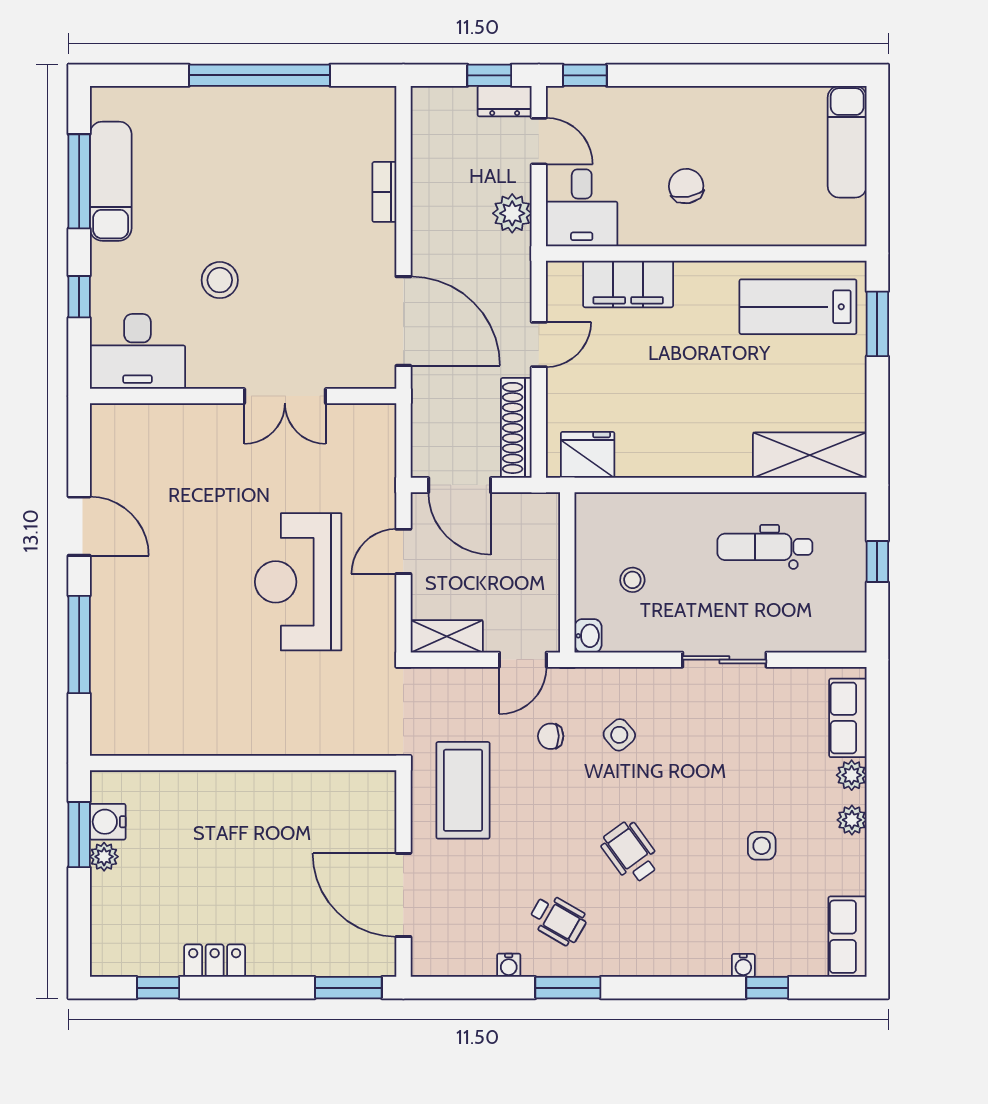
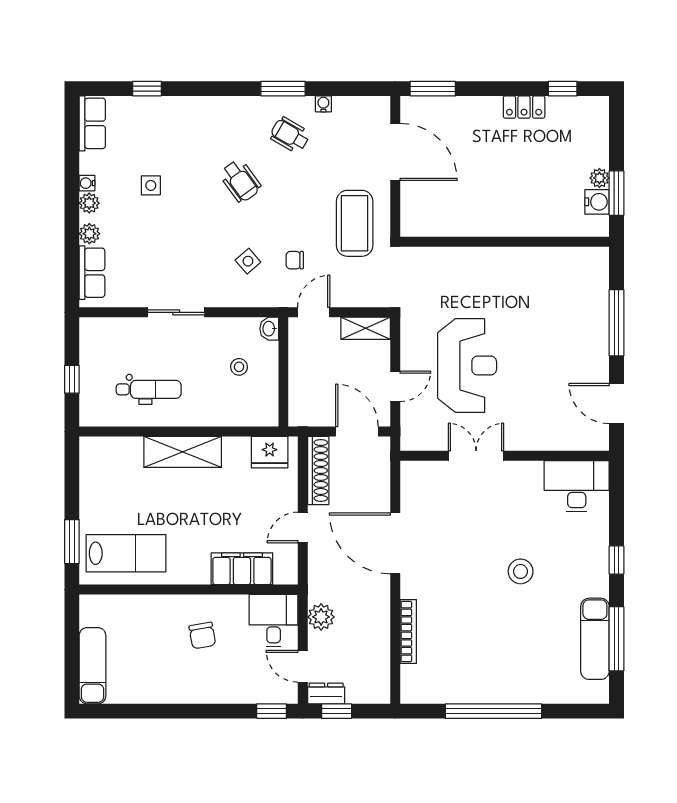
bookcase: (384, 192) -> (408, 631), width x1.56
desk: (137, 351) -> (577, 486), moved
wall: (243, 396) -> (505, 456), moved
double door: (285, 396) -> (476, 456), moved
shelving: (810, 455) -> (183, 452), moved
chair: (551, 736) -> (295, 260), turned 180
water cooler: (743, 965) -> (87, 183), moved, turned -90

